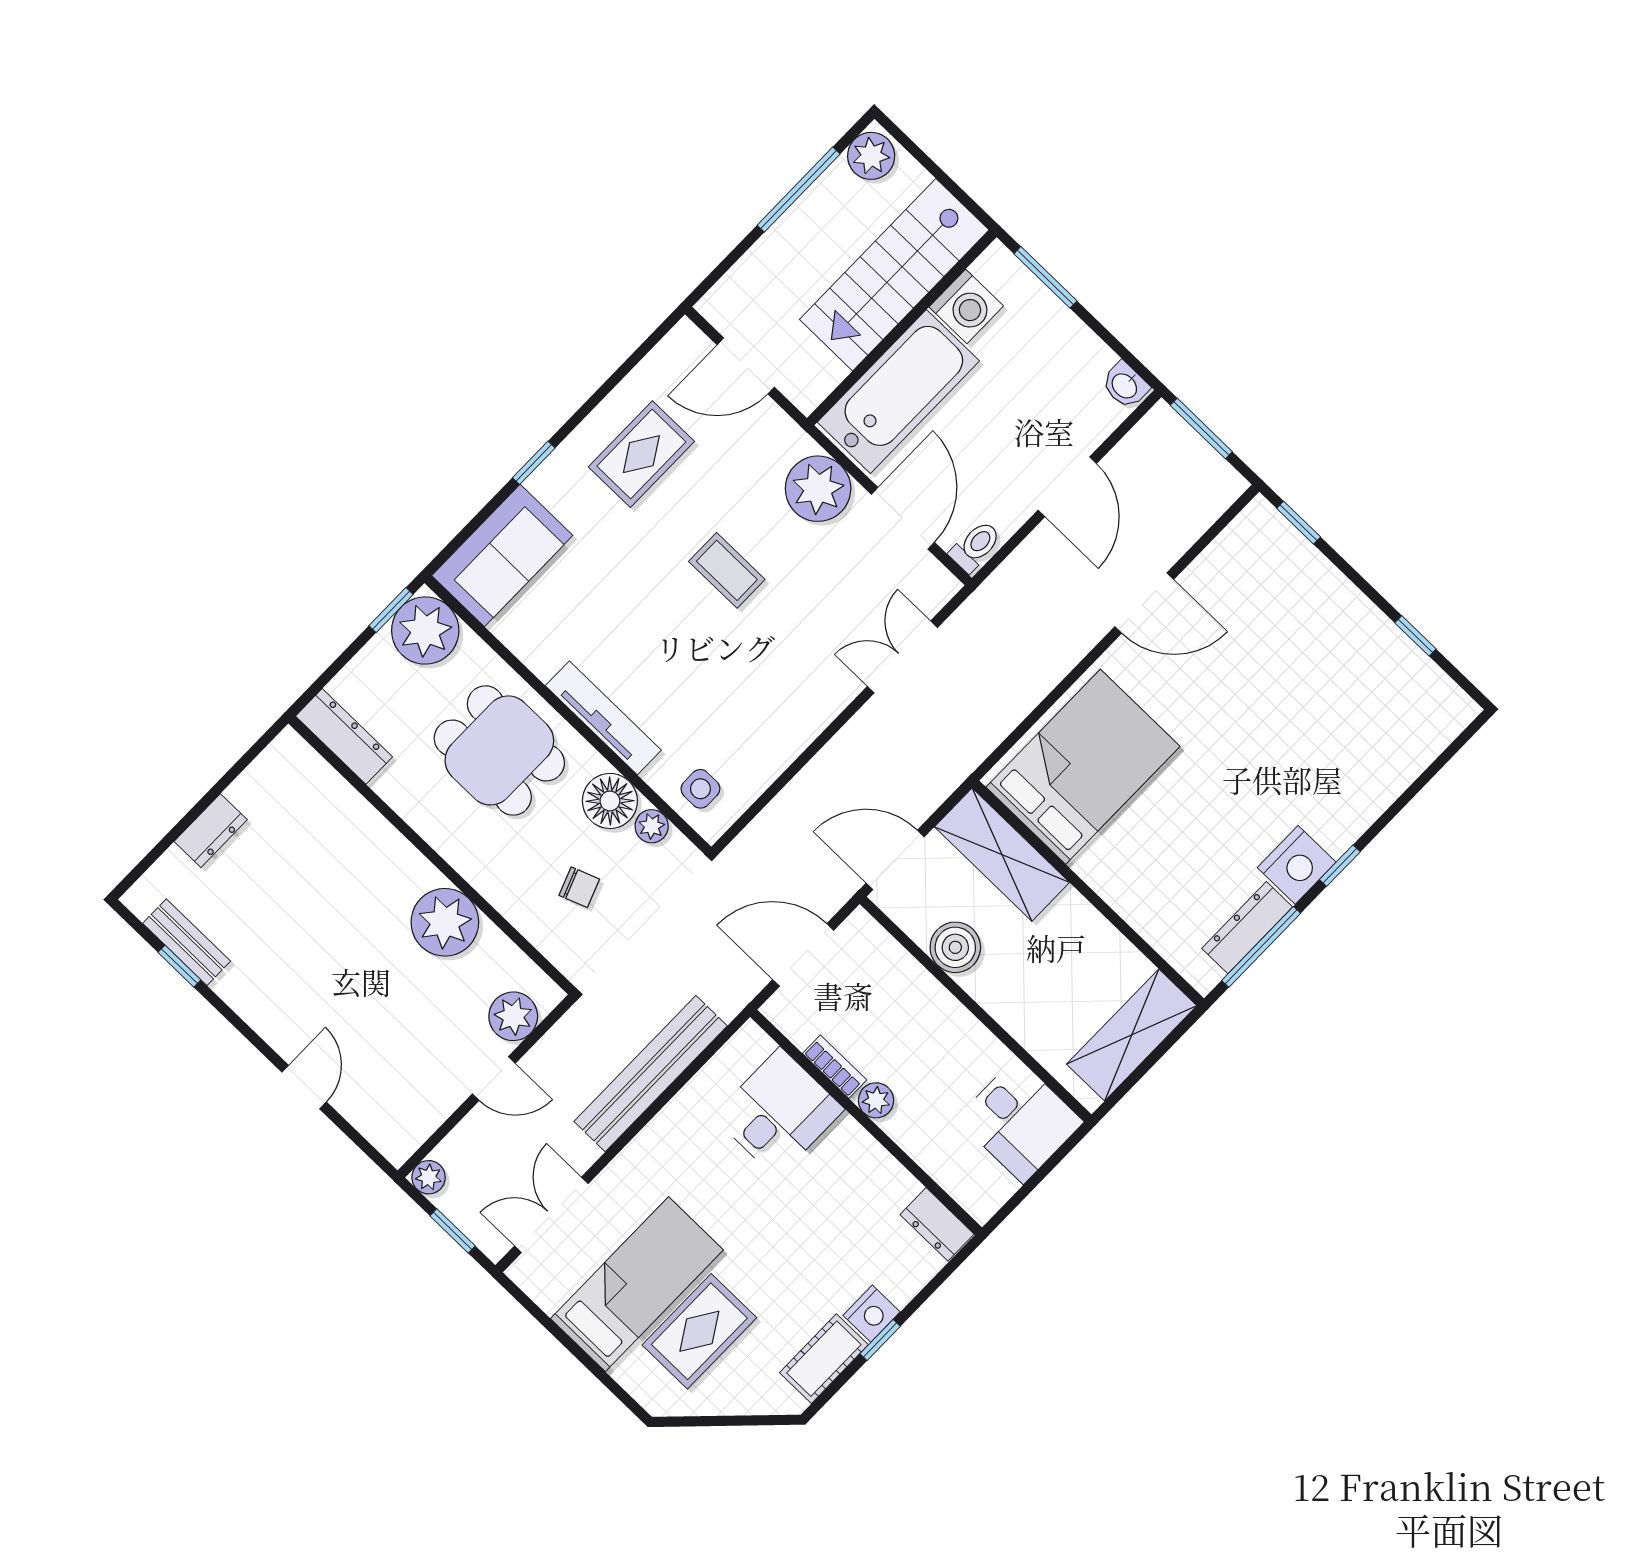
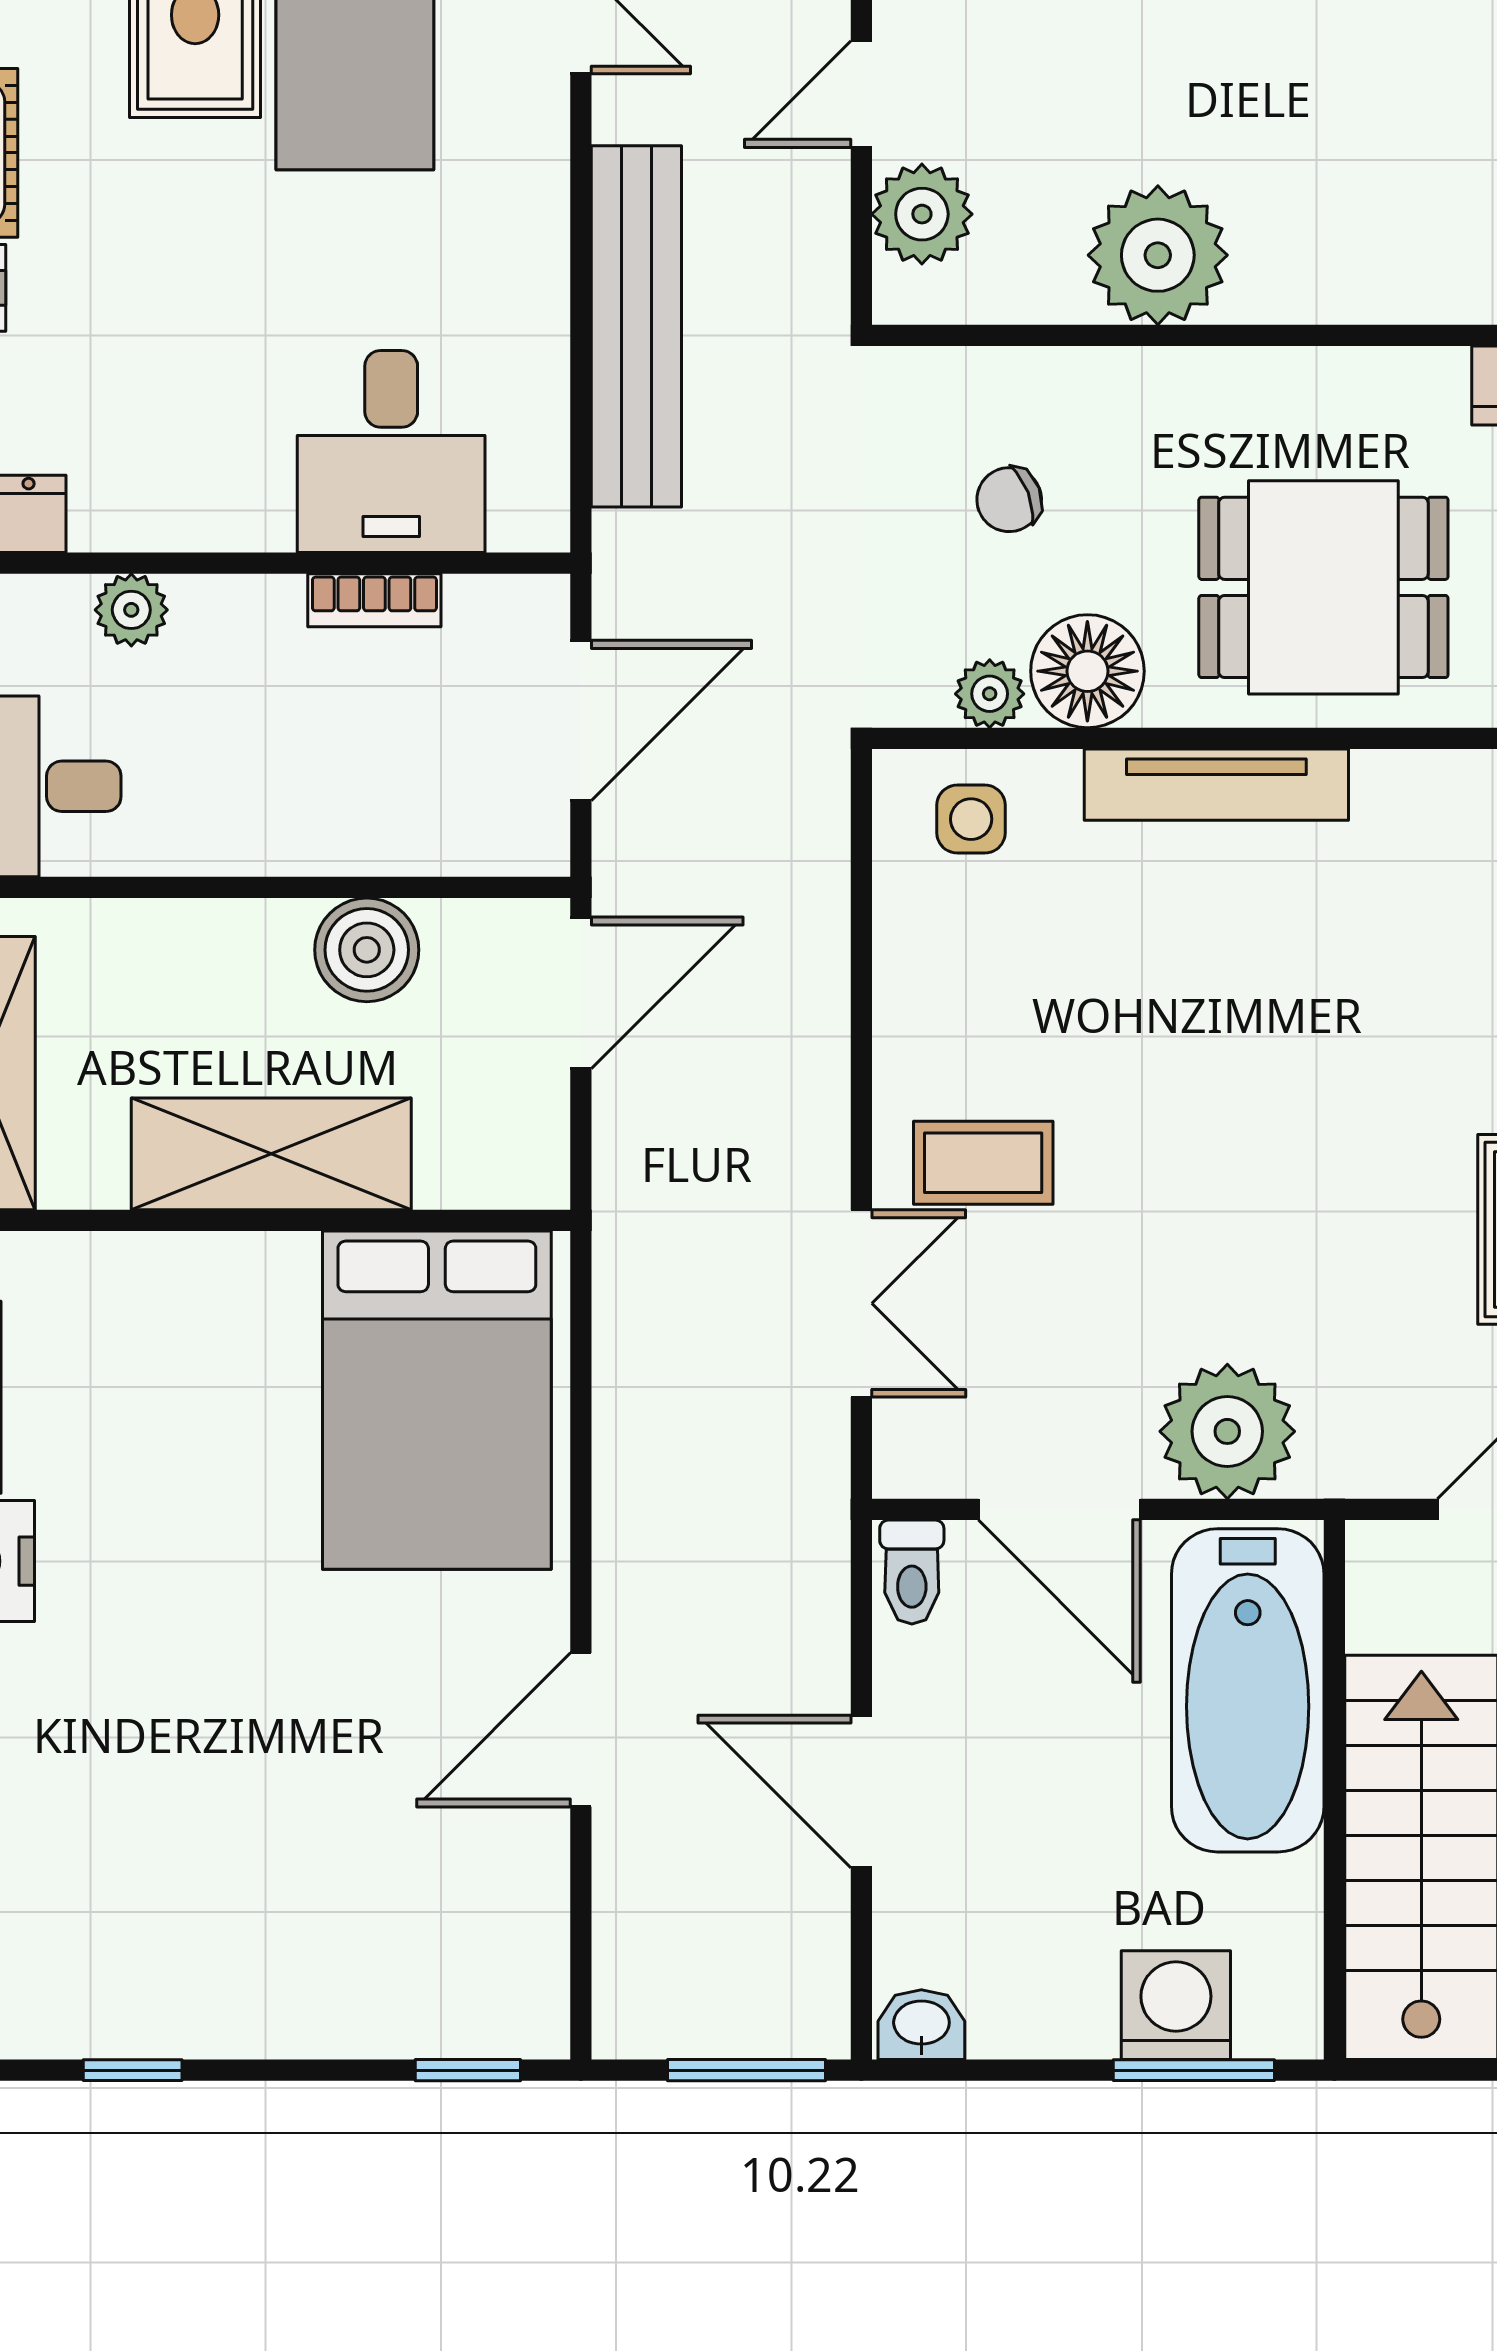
washing machine: (966, 306) -> (1176, 2005), moved, turned 90
coffee table: (727, 570) -> (983, 1163), moved
shelving: (1002, 855) -> (271, 1154), moved
plant: (876, 1100) -> (131, 610), moved

